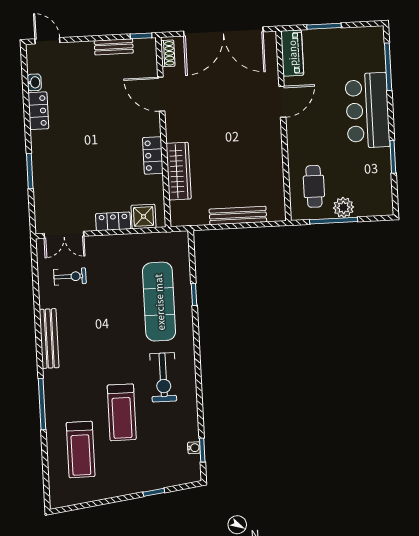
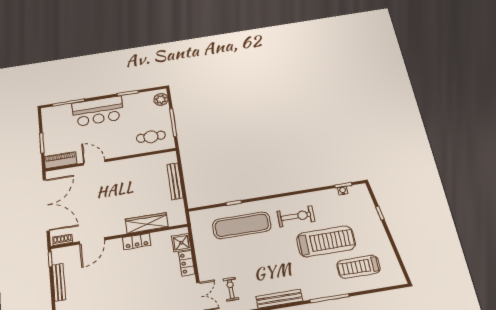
bench: (114, 47) -> (59, 282), width x1.36
plant: (343, 207) -> (161, 99), moved
treadmill: (122, 412) -> (326, 241), width x1.37, depth x1.38
treadmill: (81, 450) -> (359, 267), turned 180

